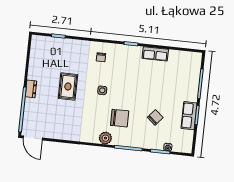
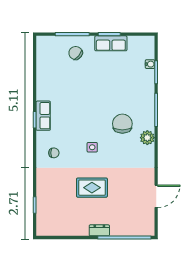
row of seats: (155, 54) -> (43, 116), moved
chair: (155, 117) -> (76, 53), moved
door: (33, 138) -> (156, 196), moved

